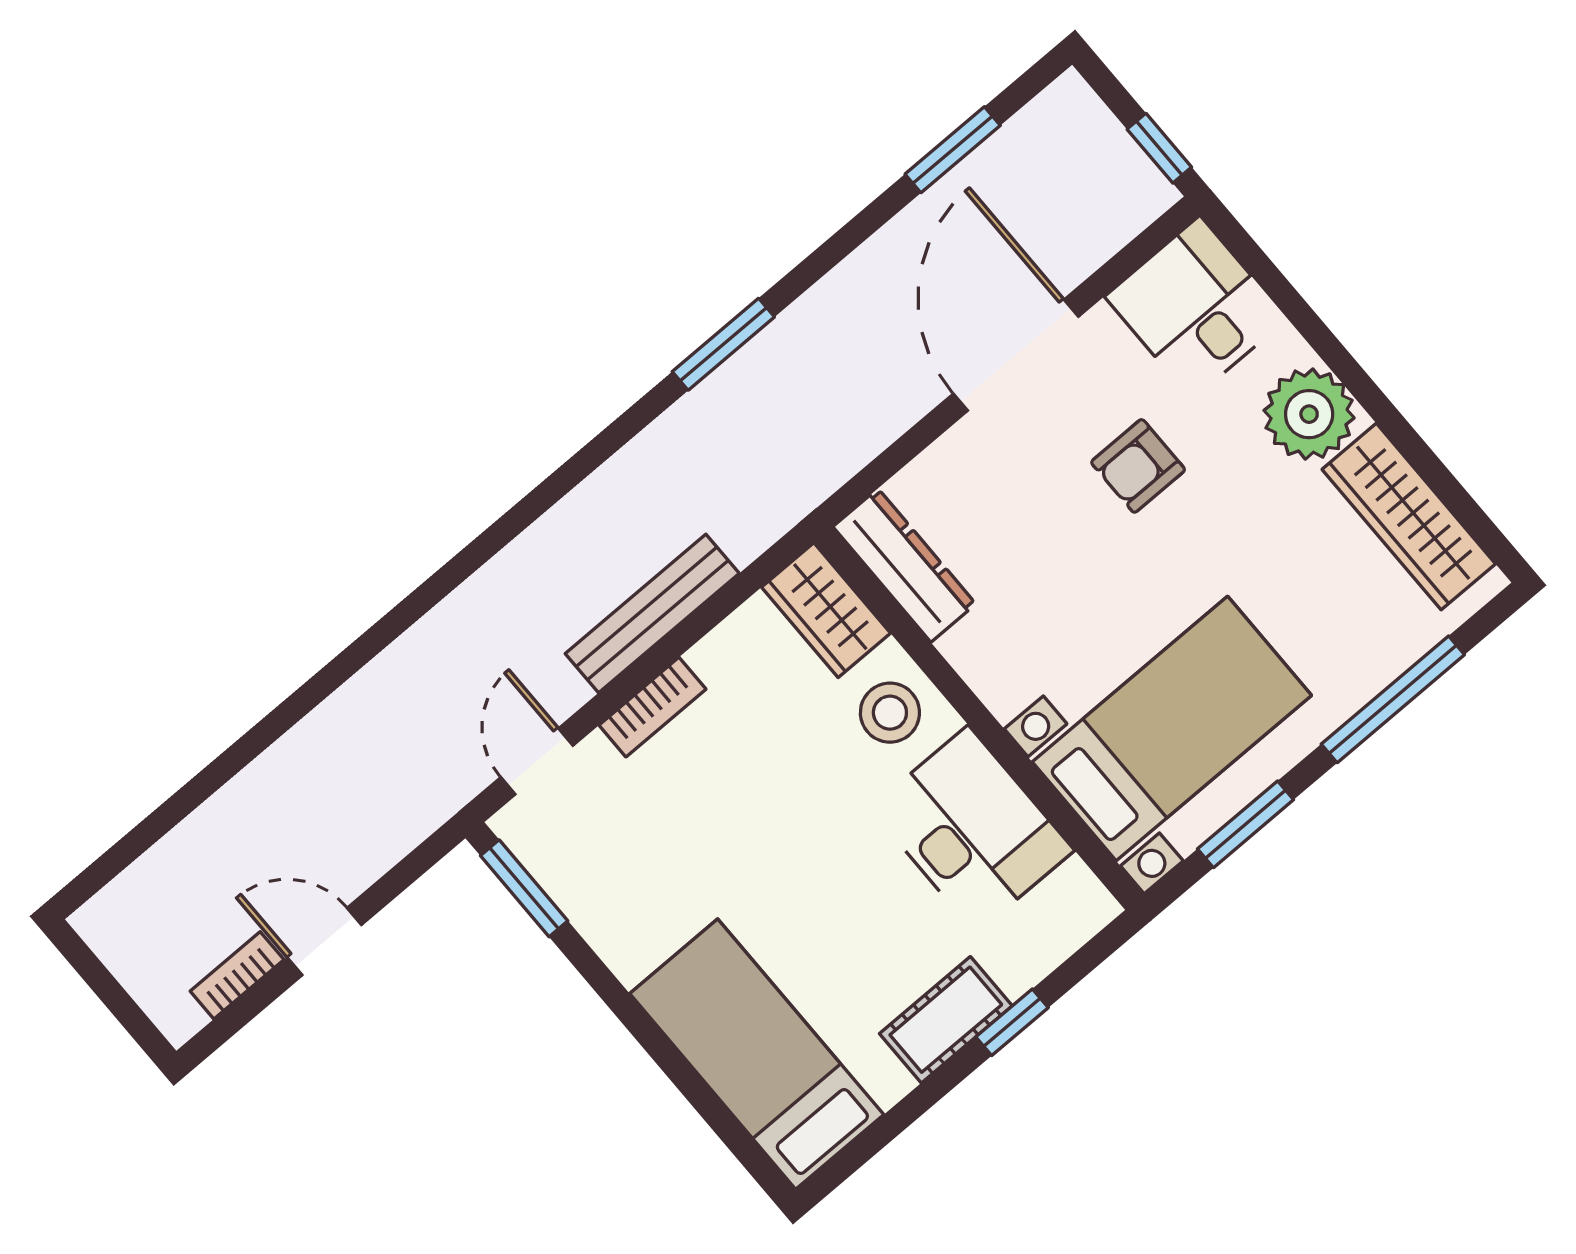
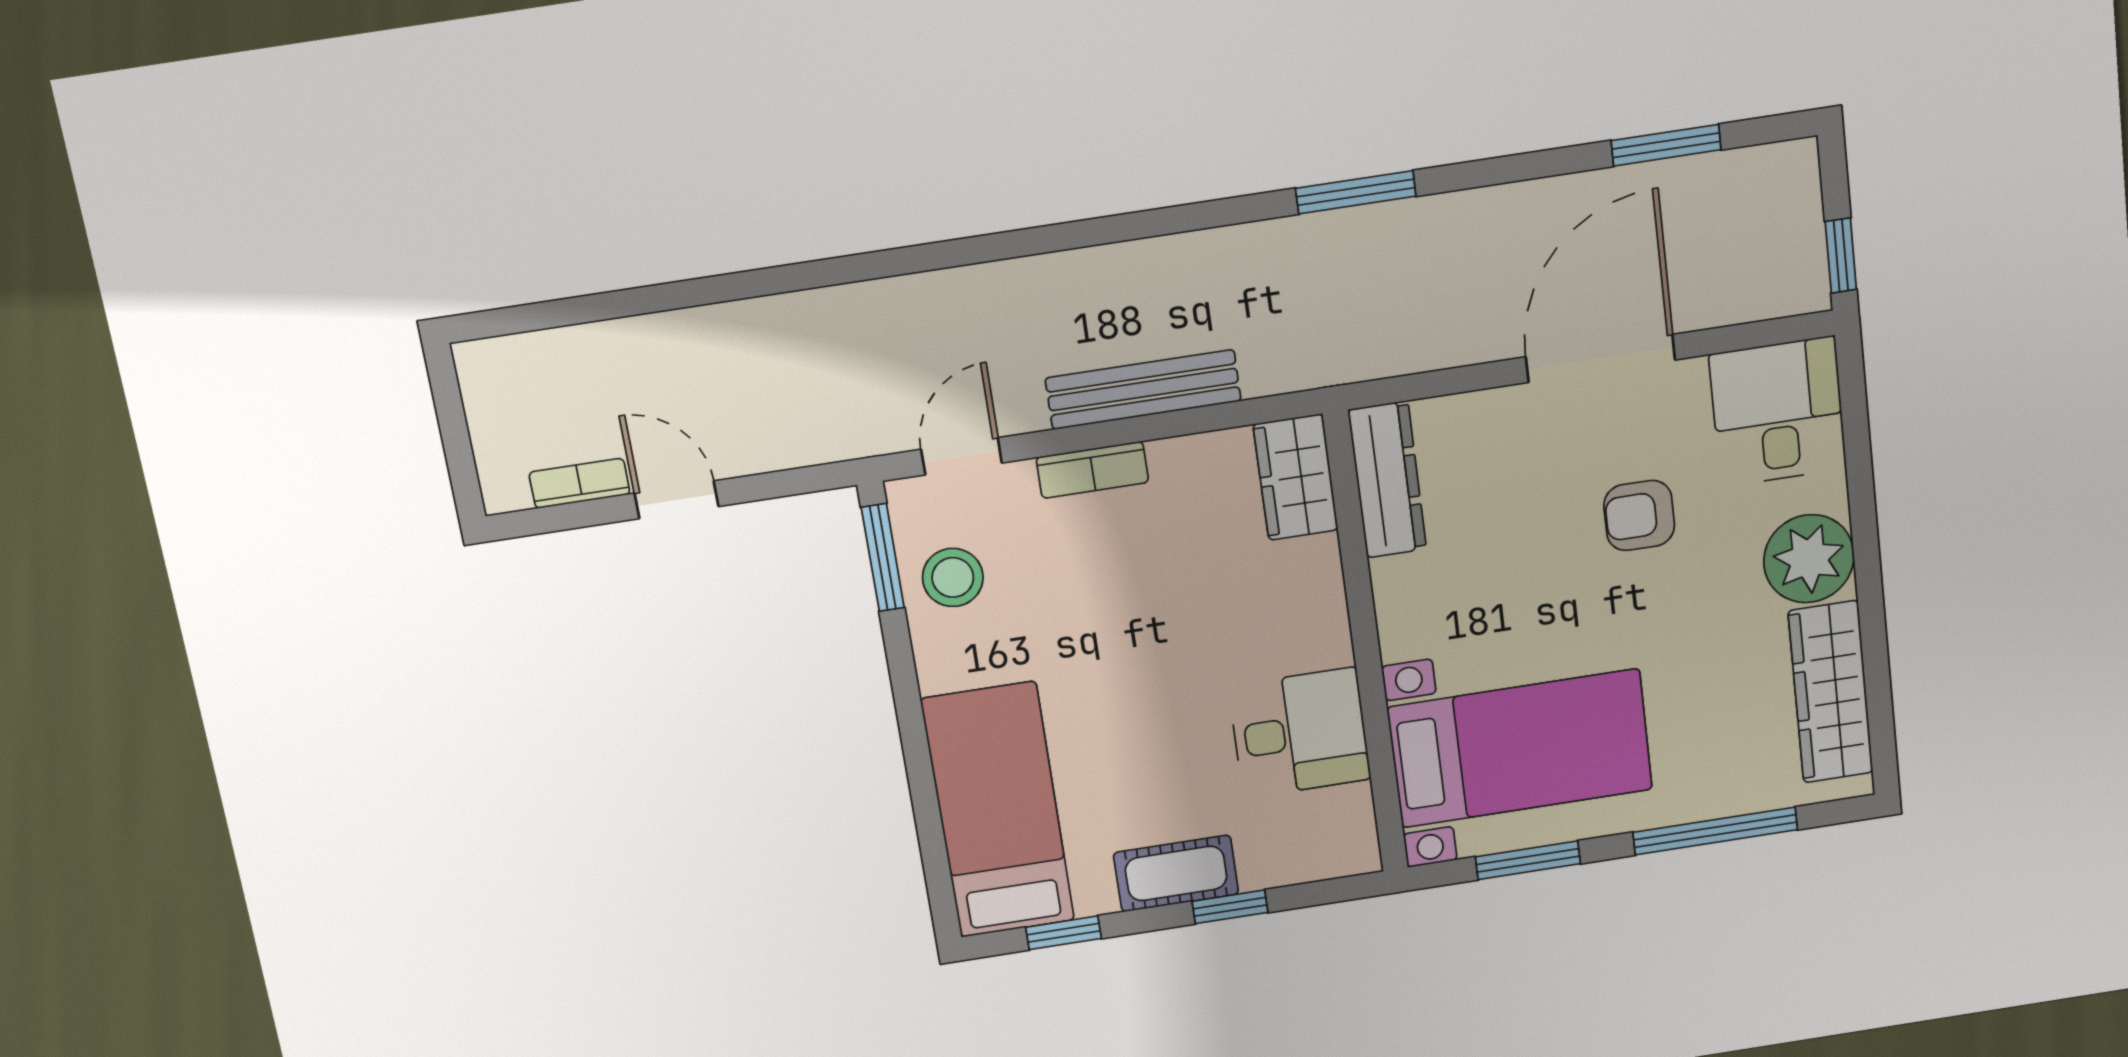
stool: (890, 713) -> (953, 577), moved
desk: (972, 829) -> (1300, 733), width x0.73
window: (882, 1133) -> (1064, 933), added

